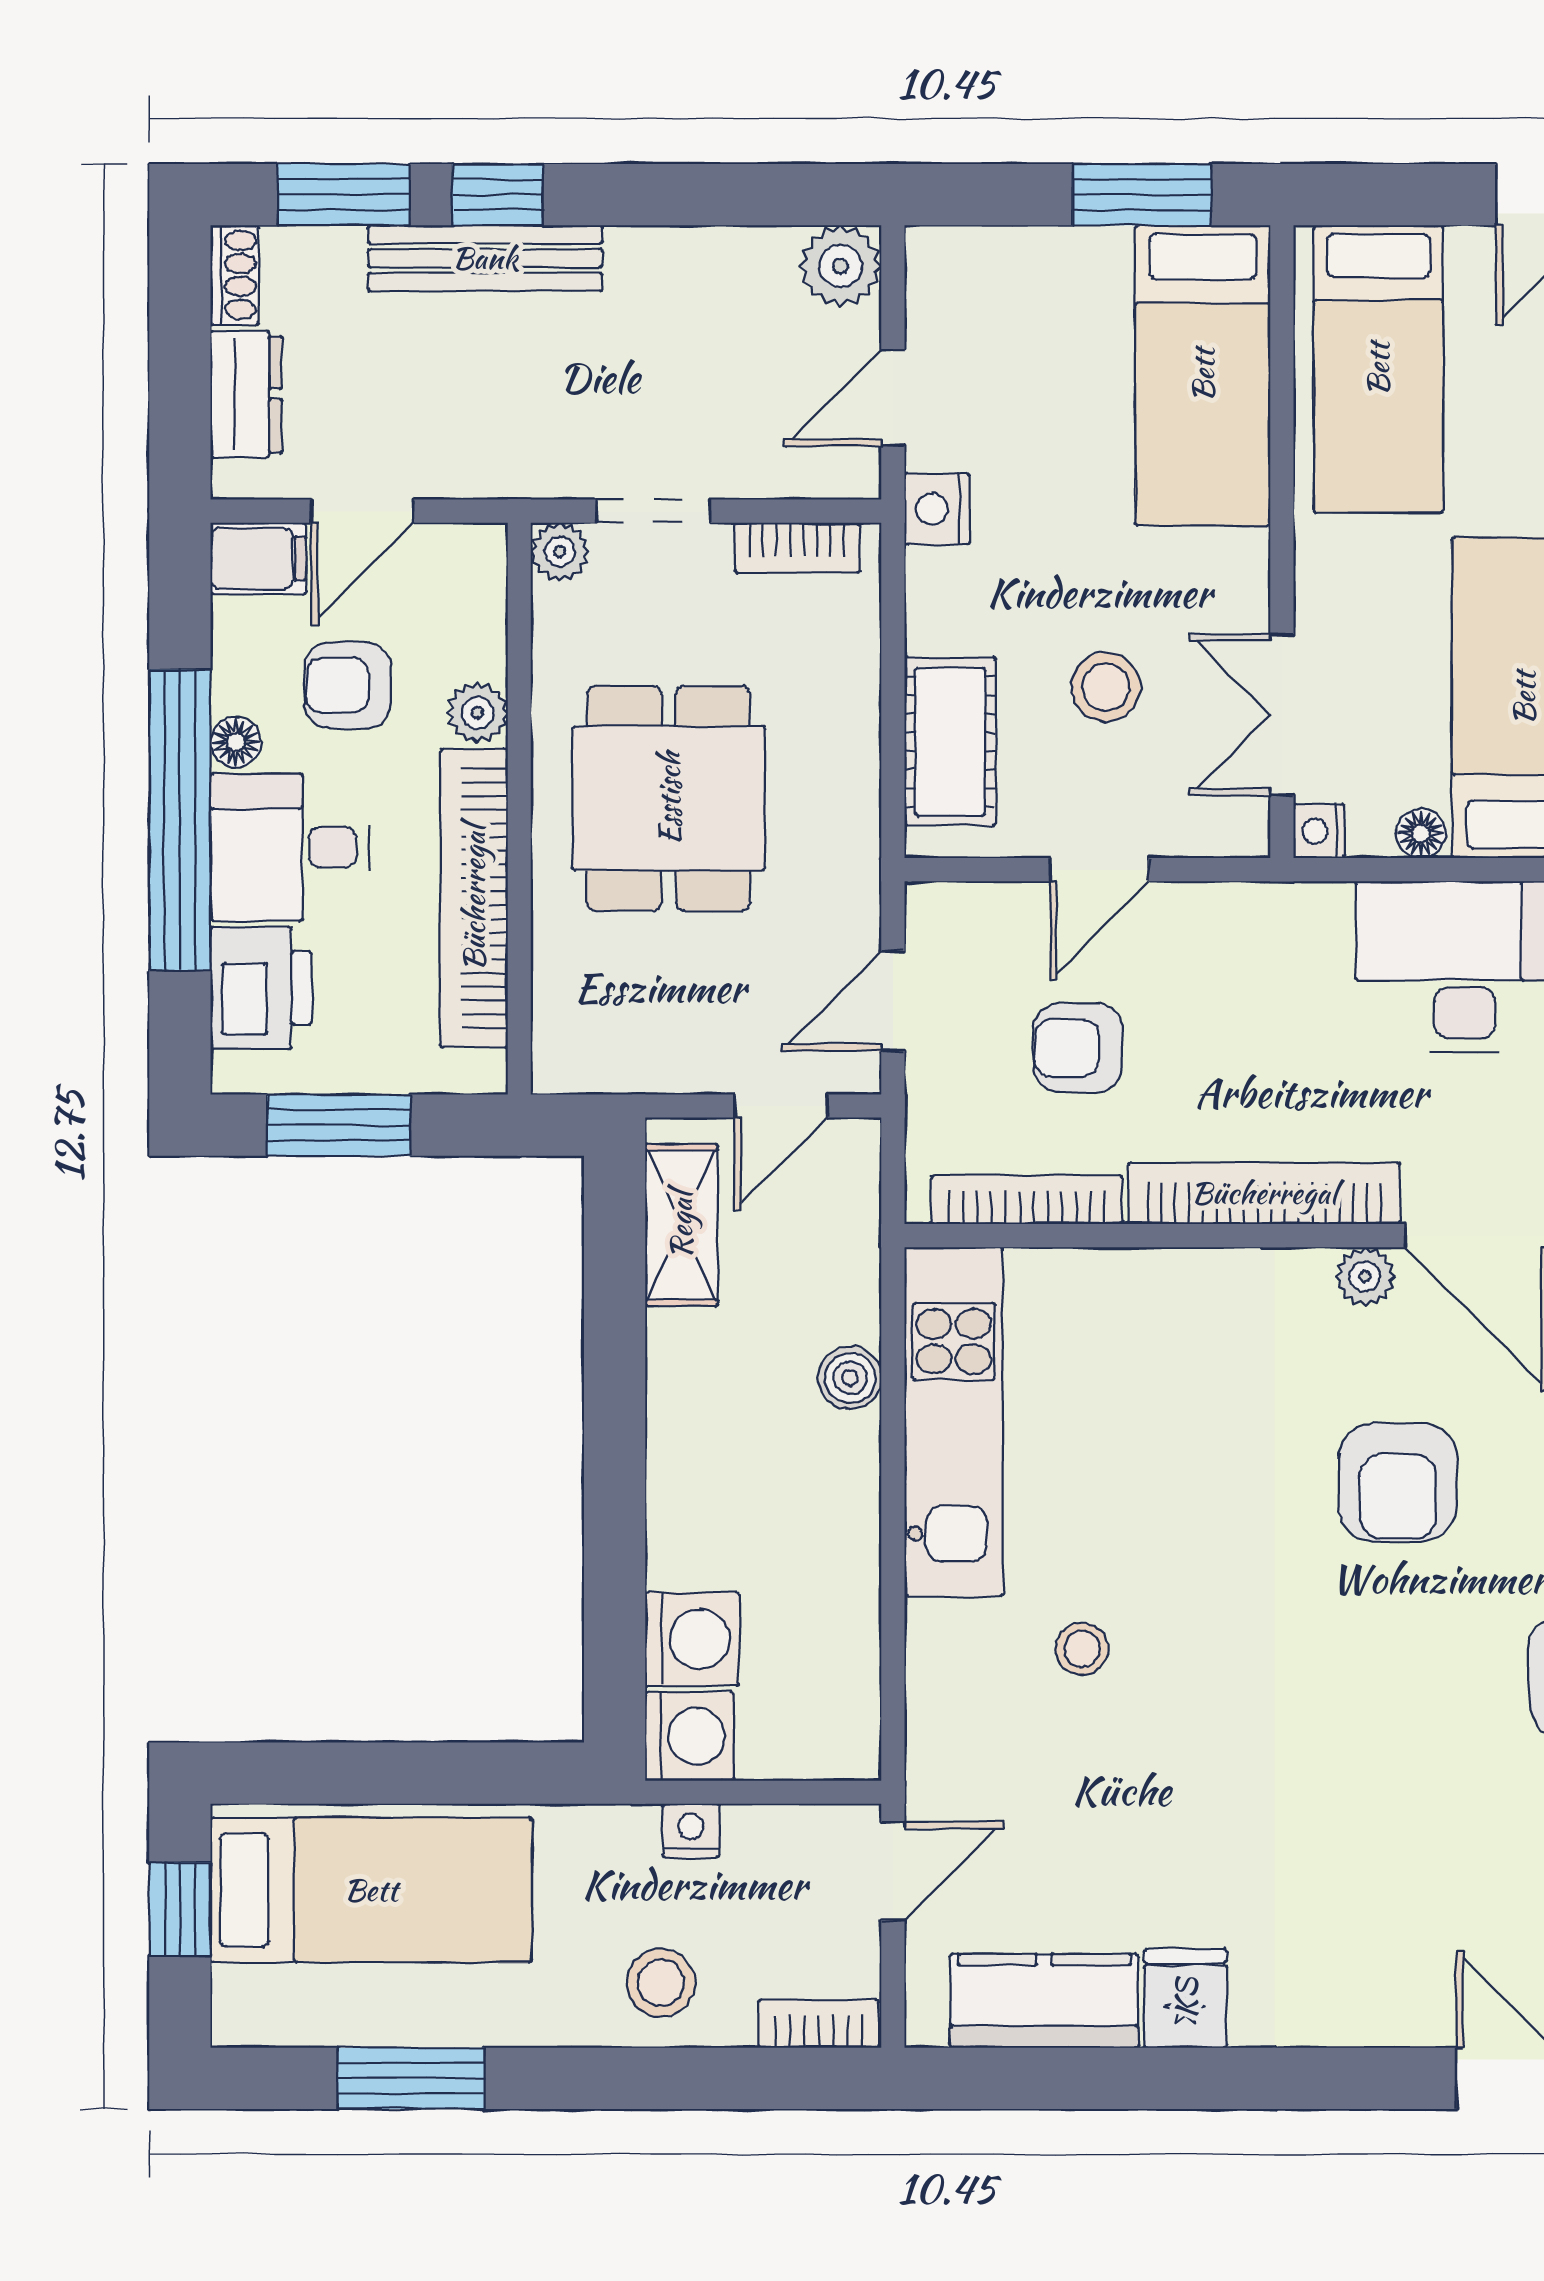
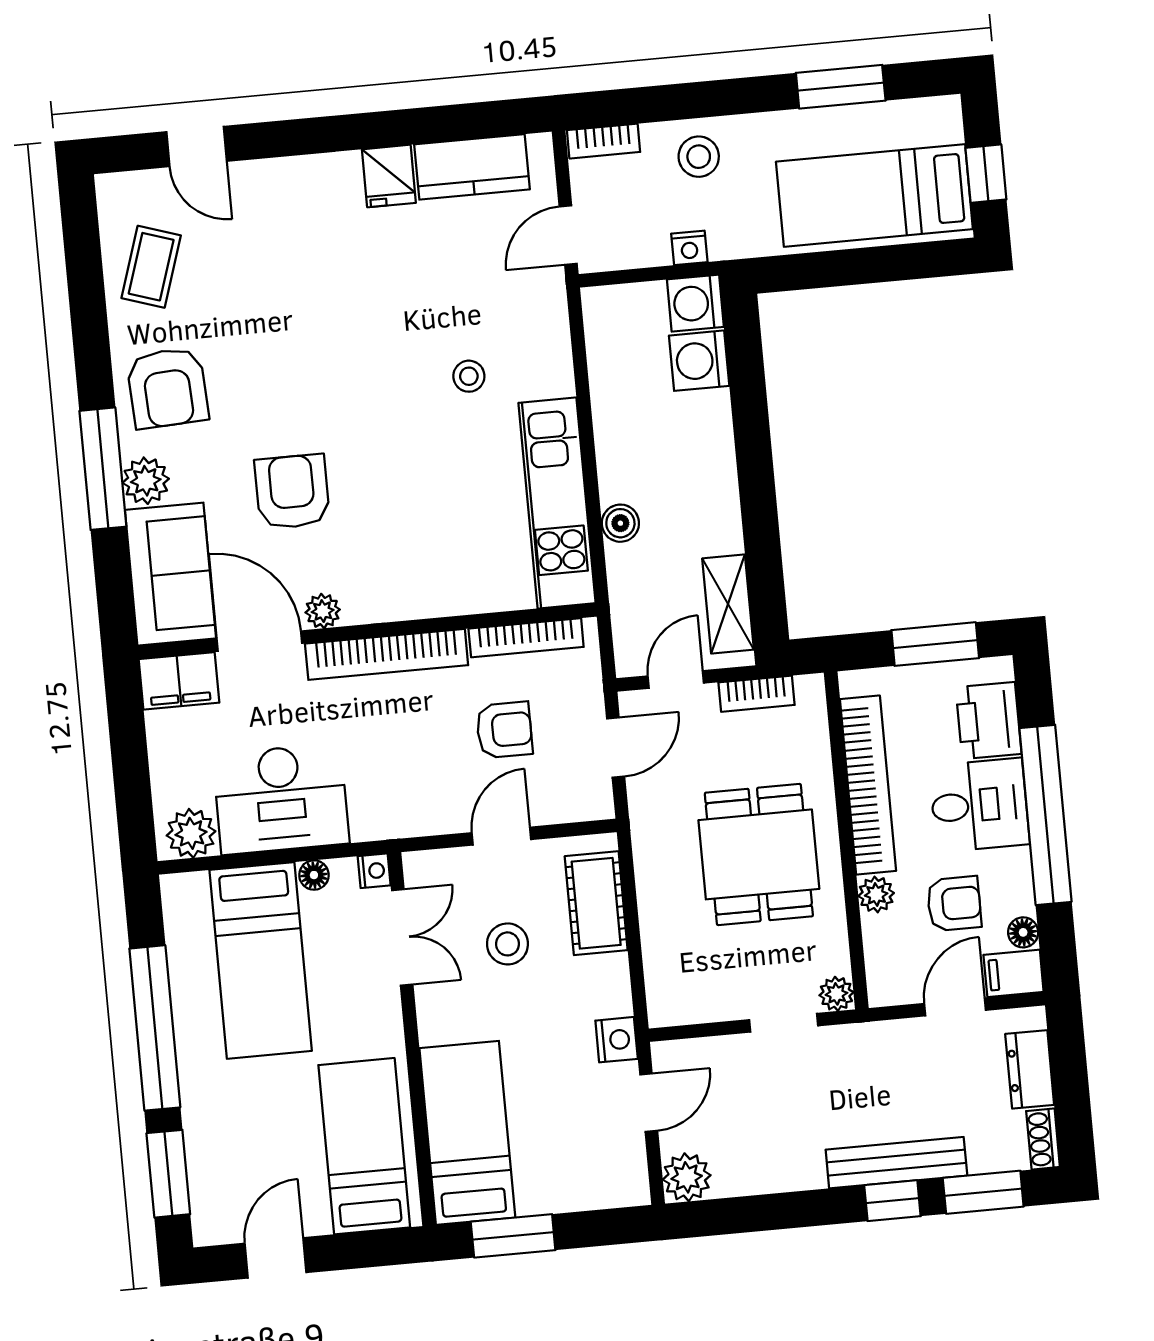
bookcase: (797, 548) -> (756, 694), moved, turned 180
floor lamp: (236, 742) -> (1023, 932), moved

